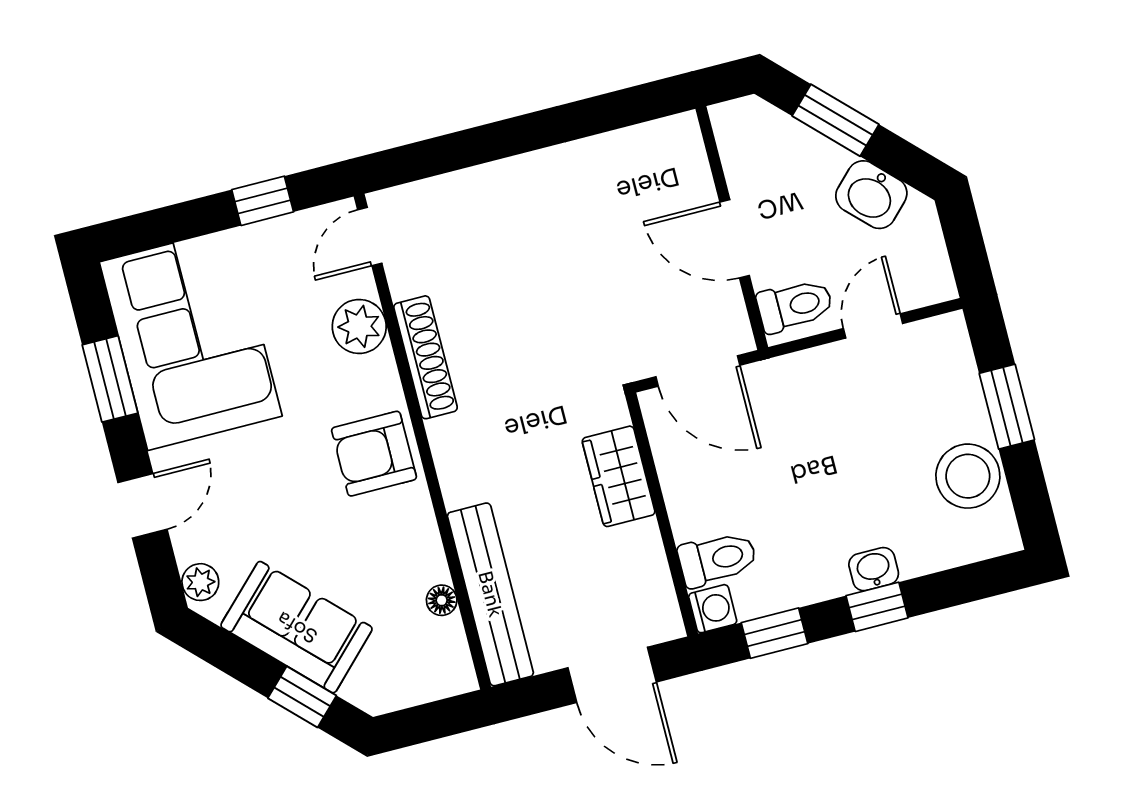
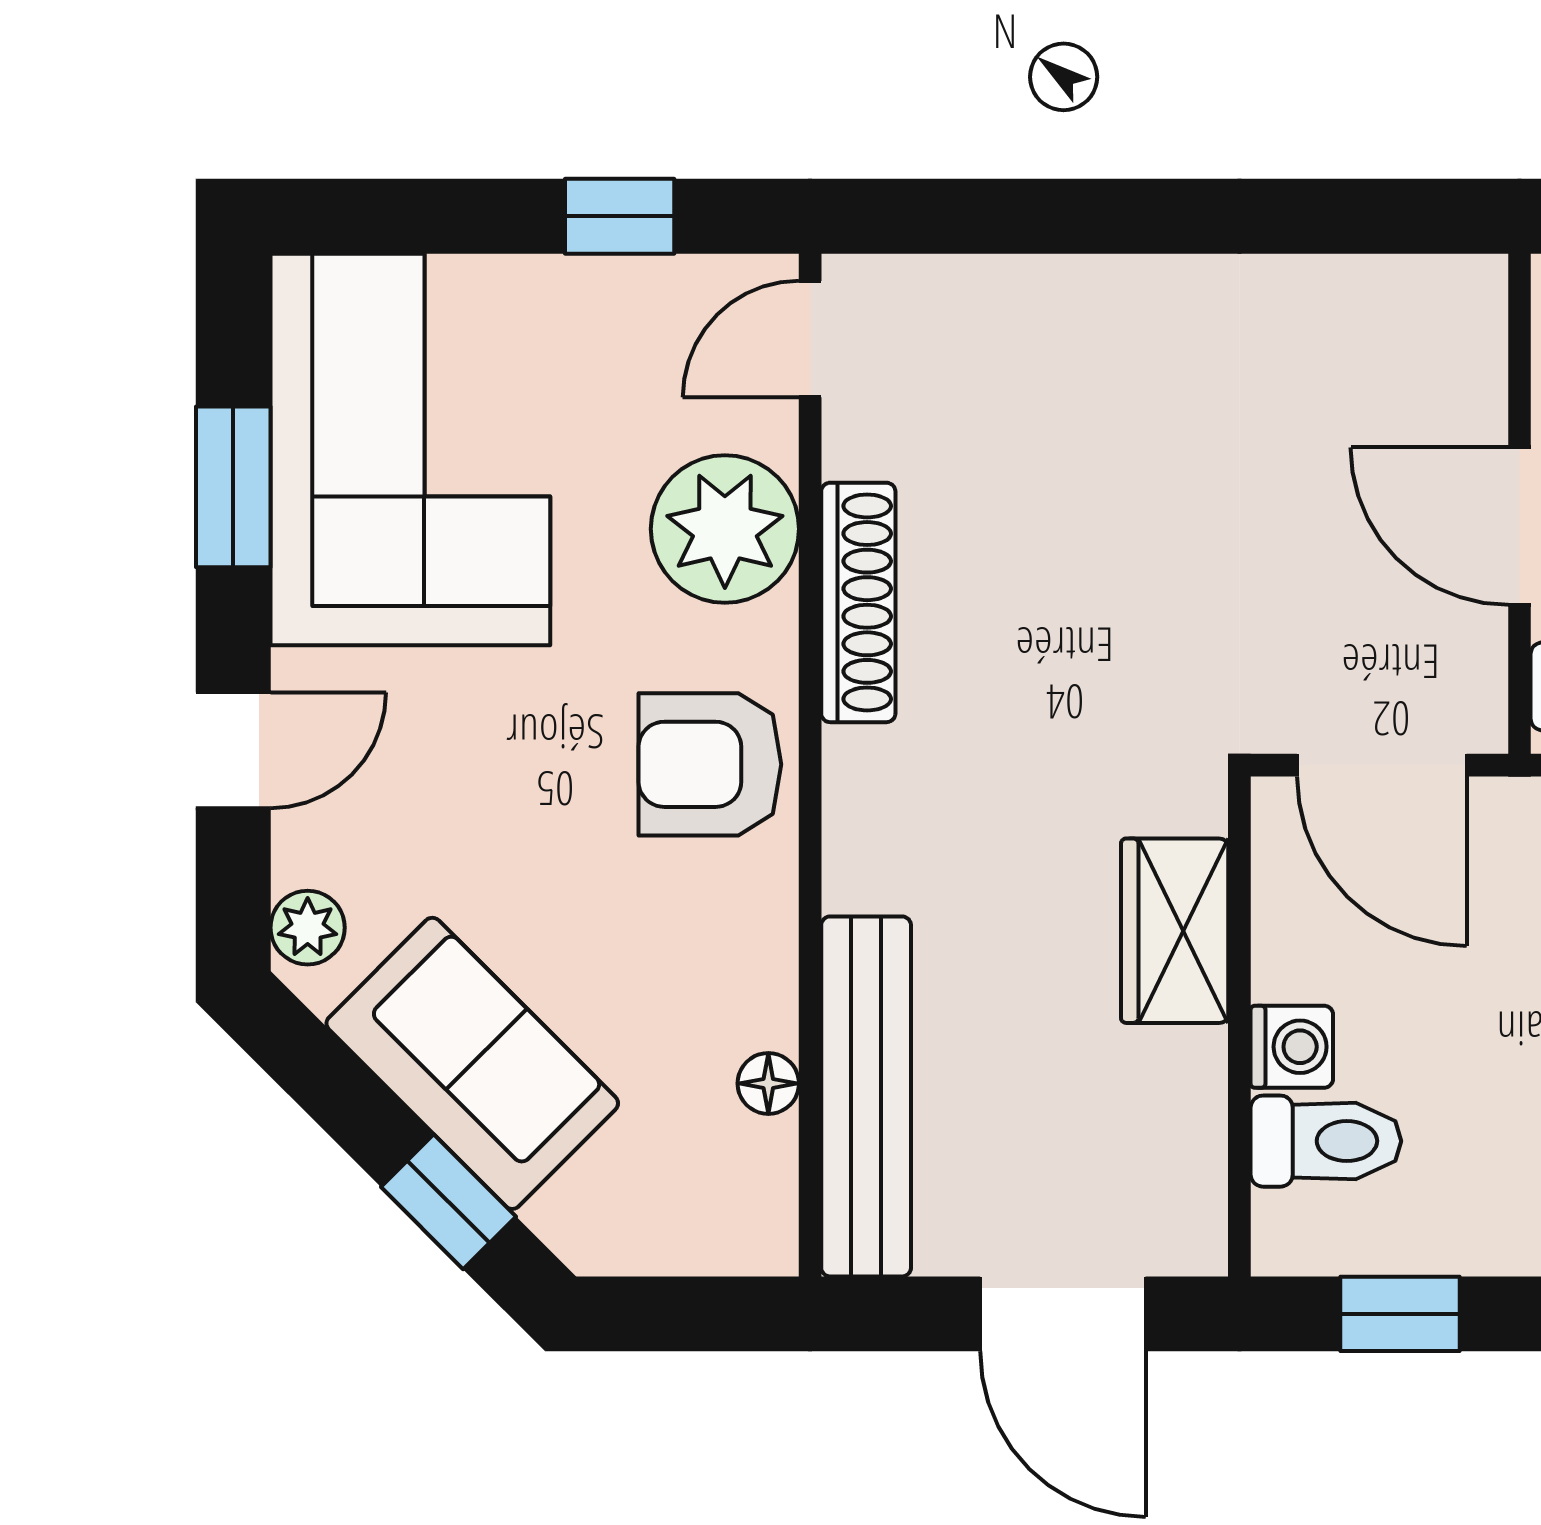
plant: (359, 326) -> (725, 529), width x1.36, depth x1.36
washing machine: (713, 609) -> (1292, 1047), moved

